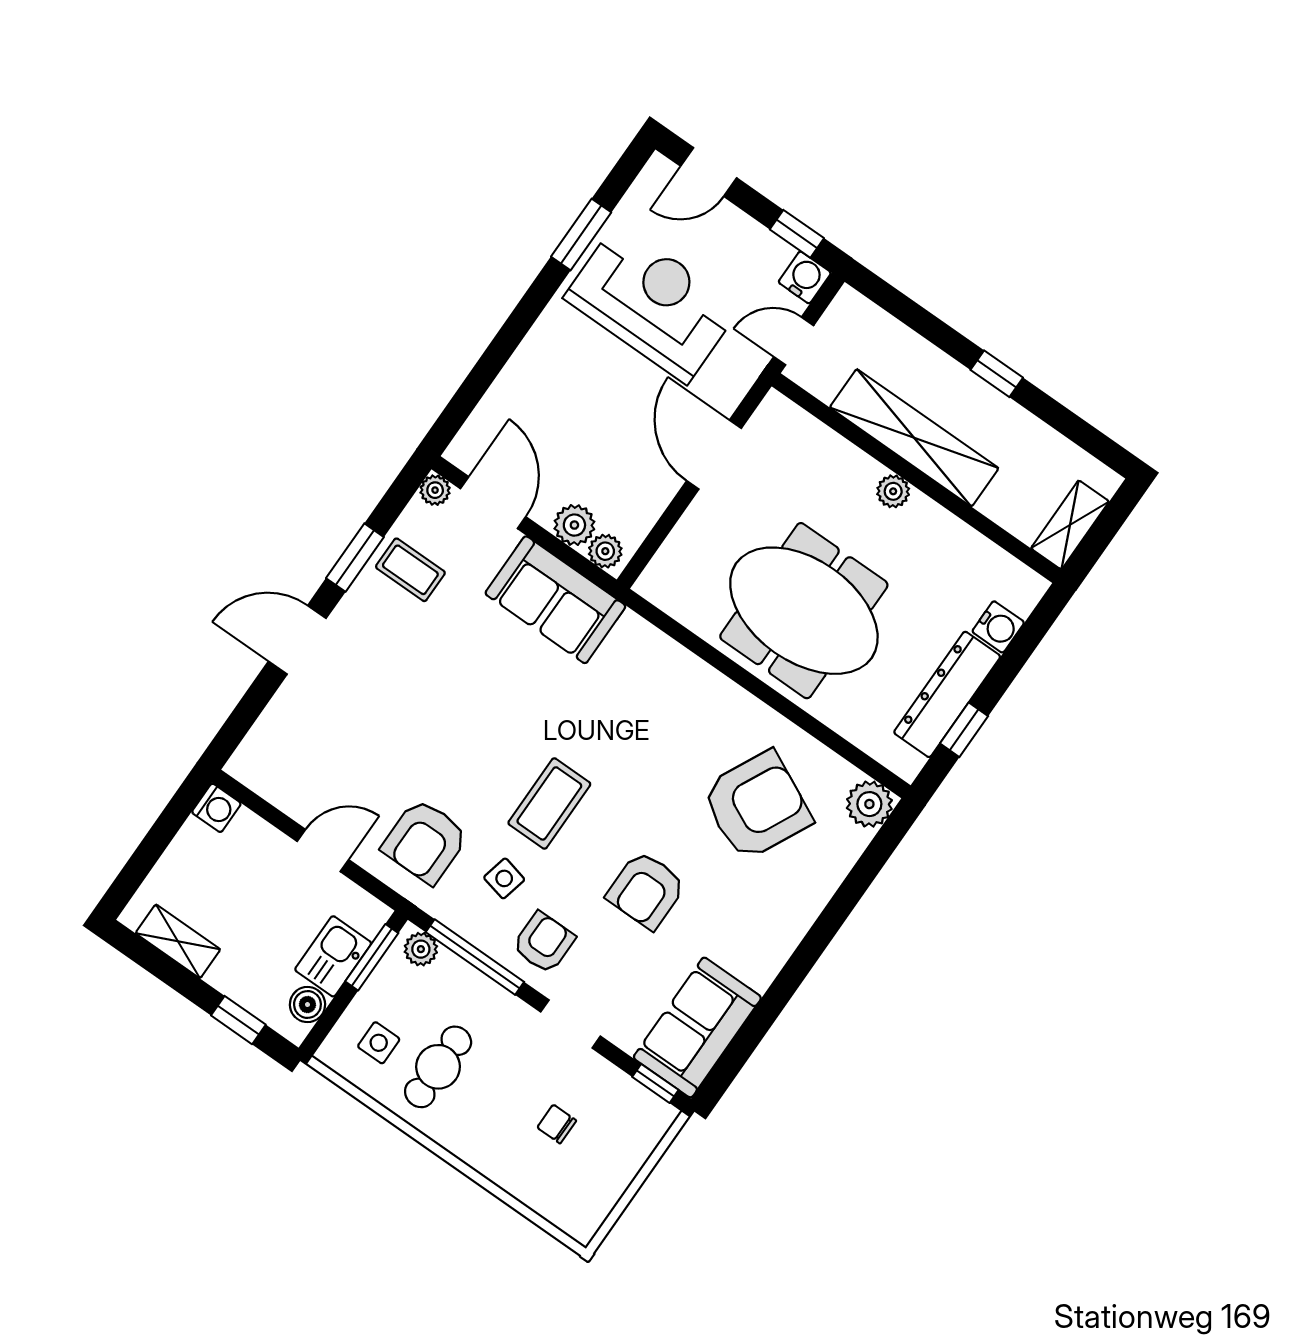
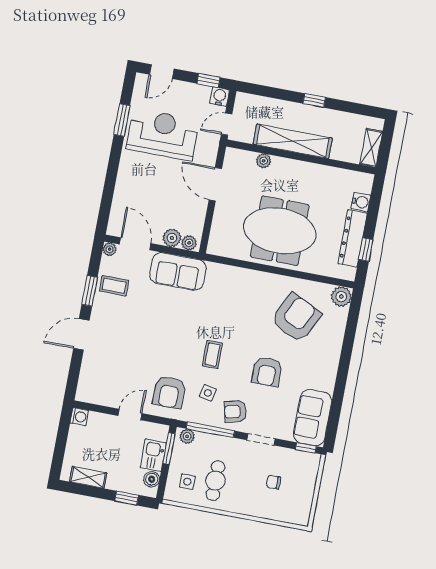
plant: (893, 491) -> (264, 161), moved
coffee table: (549, 803) -> (212, 354), width x0.73, depth x0.77
armchair: (544, 943) -> (235, 411), turned -104

